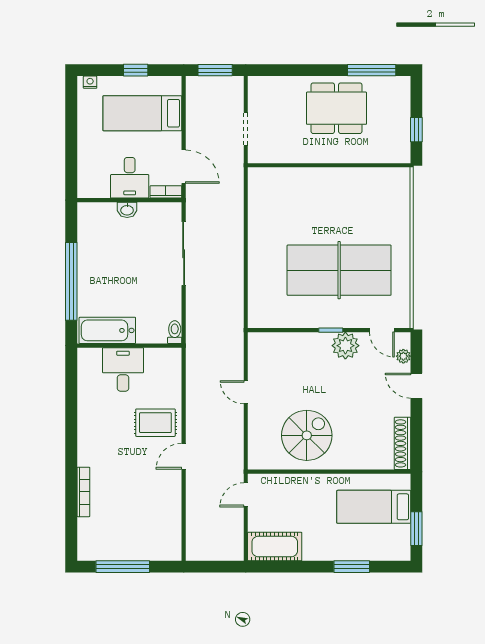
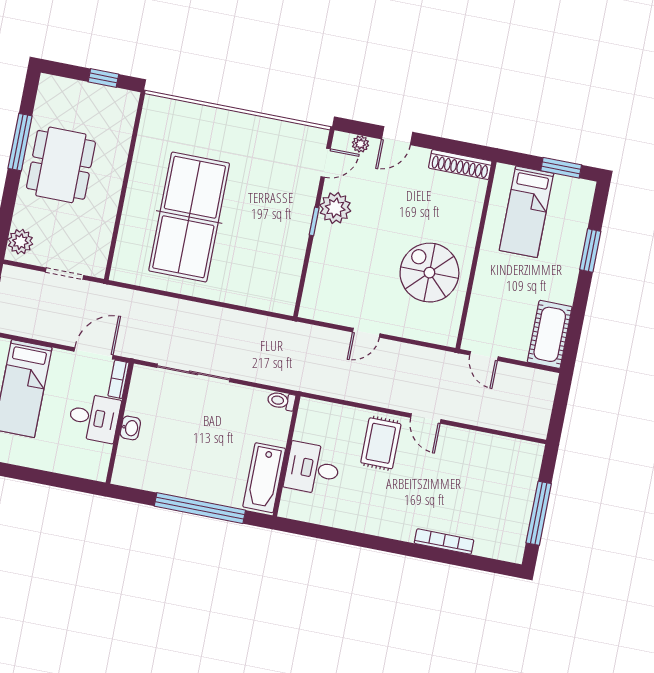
window: (372, 70) -> (20, 142), moved
plant: (265, 87) -> (20, 242), added
table tennis table: (339, 270) -> (189, 217), moved

